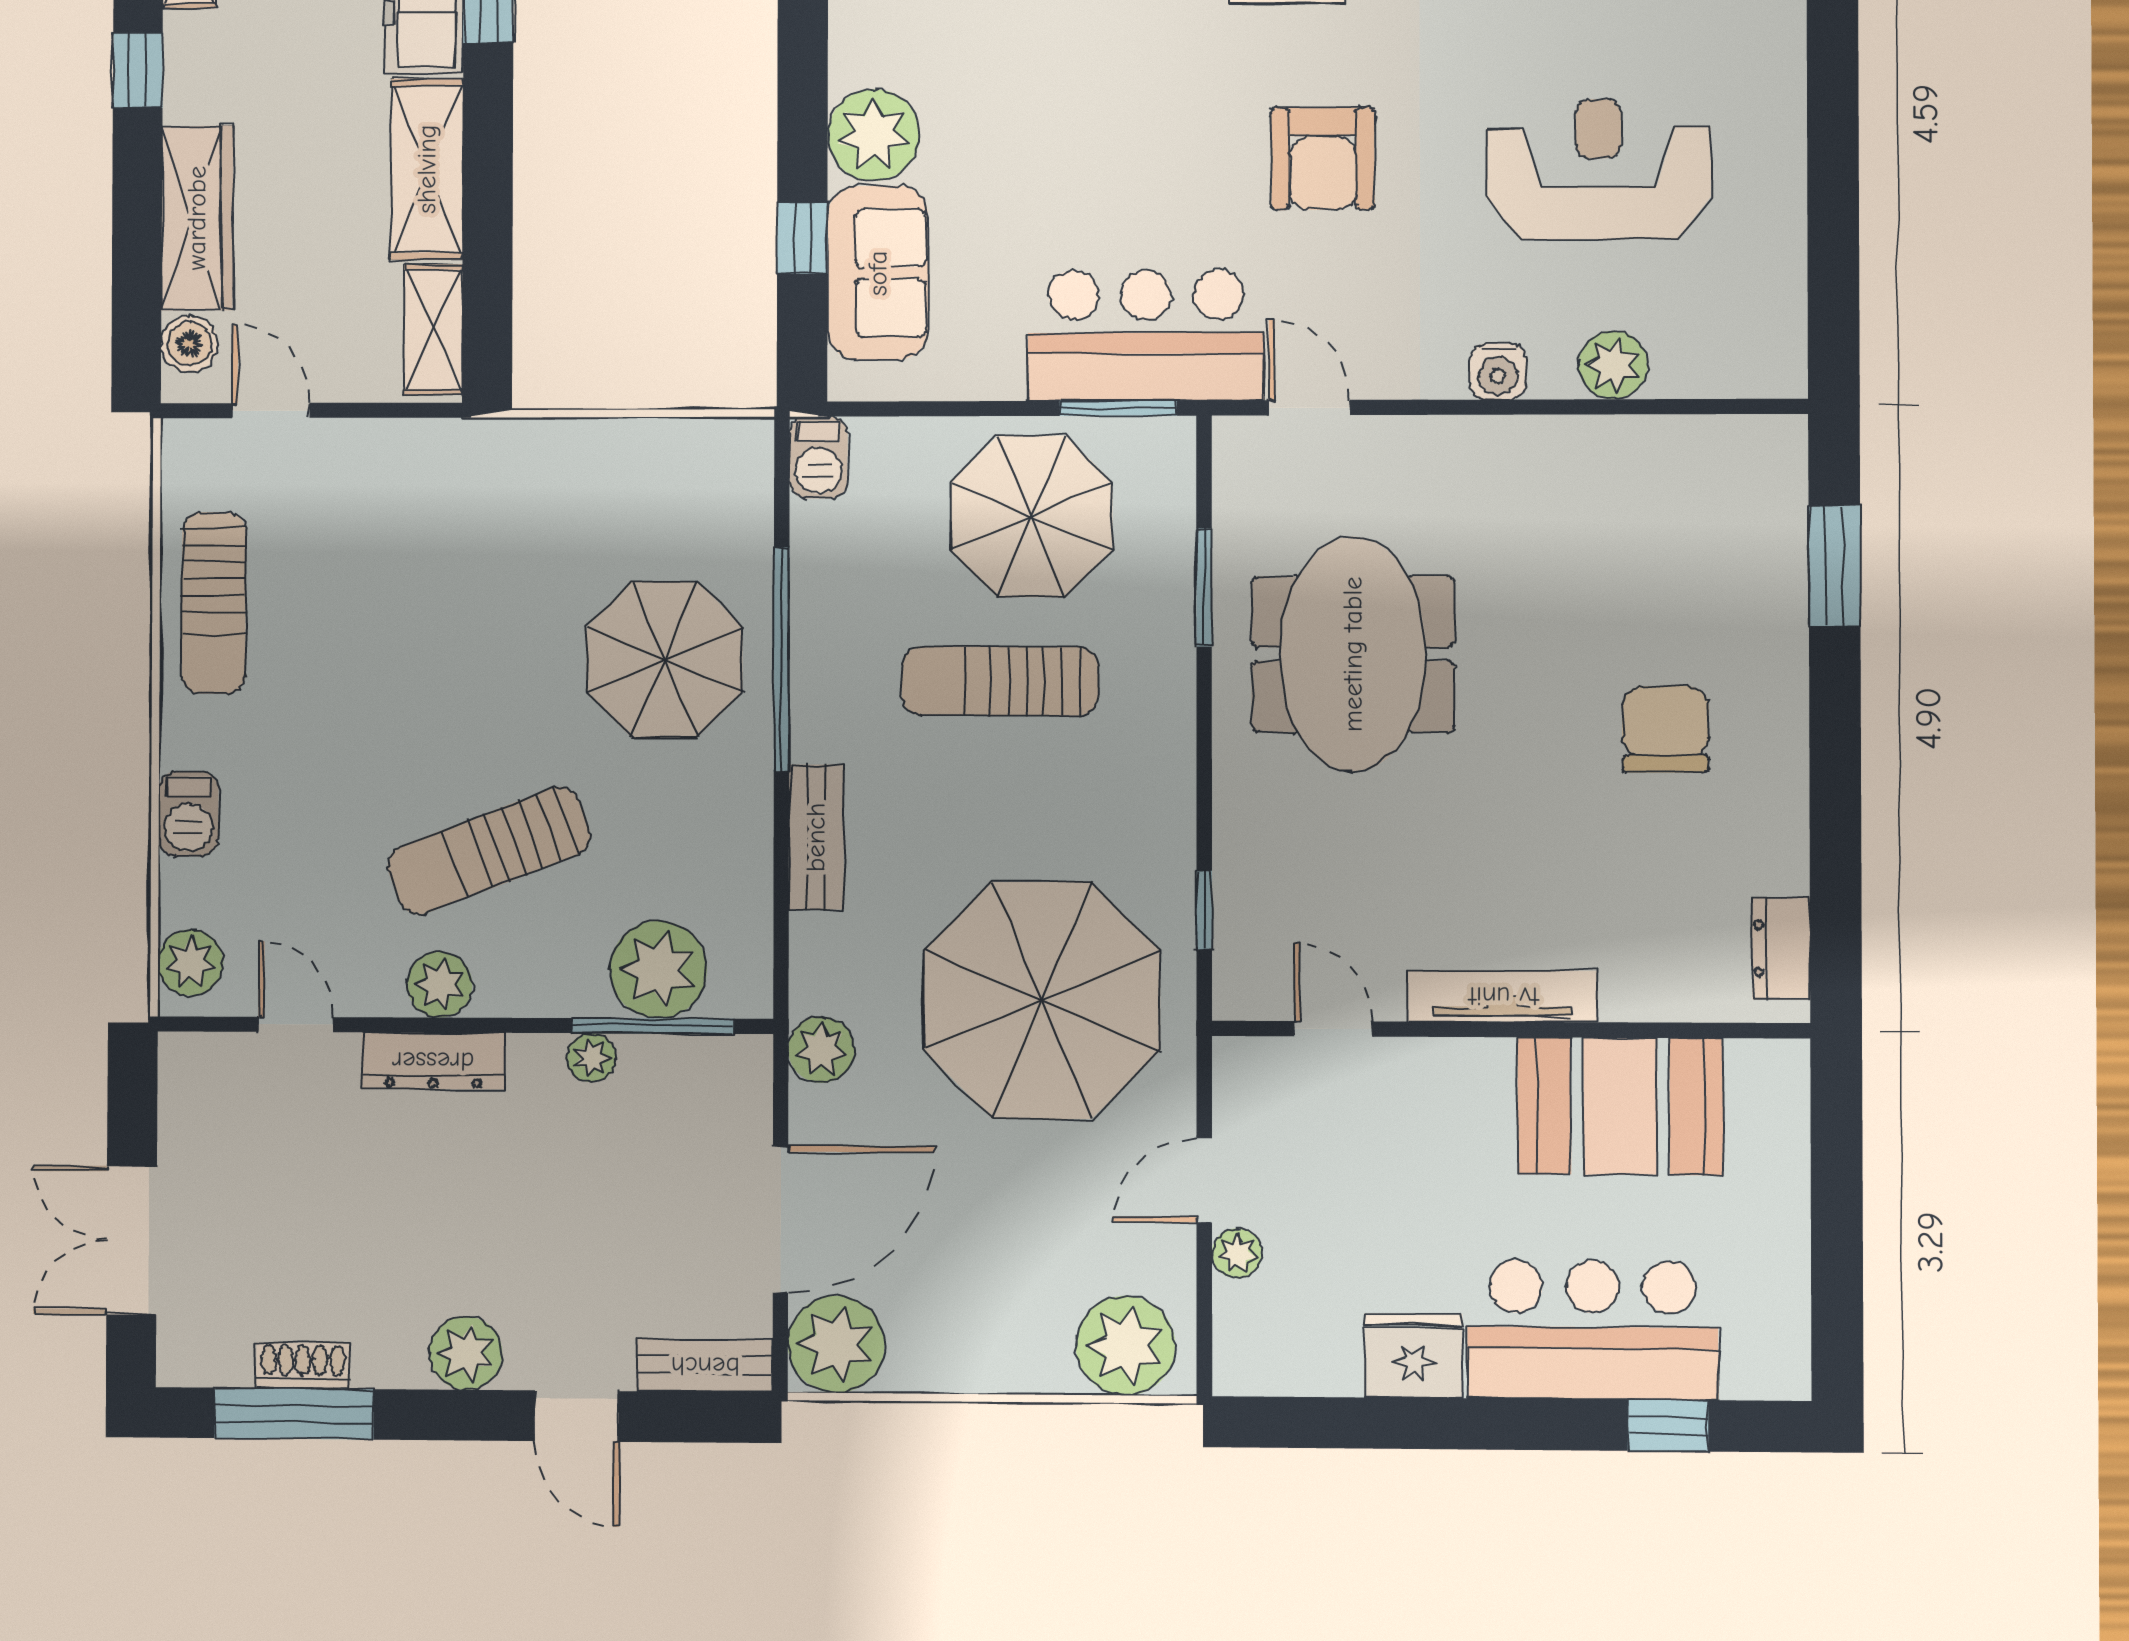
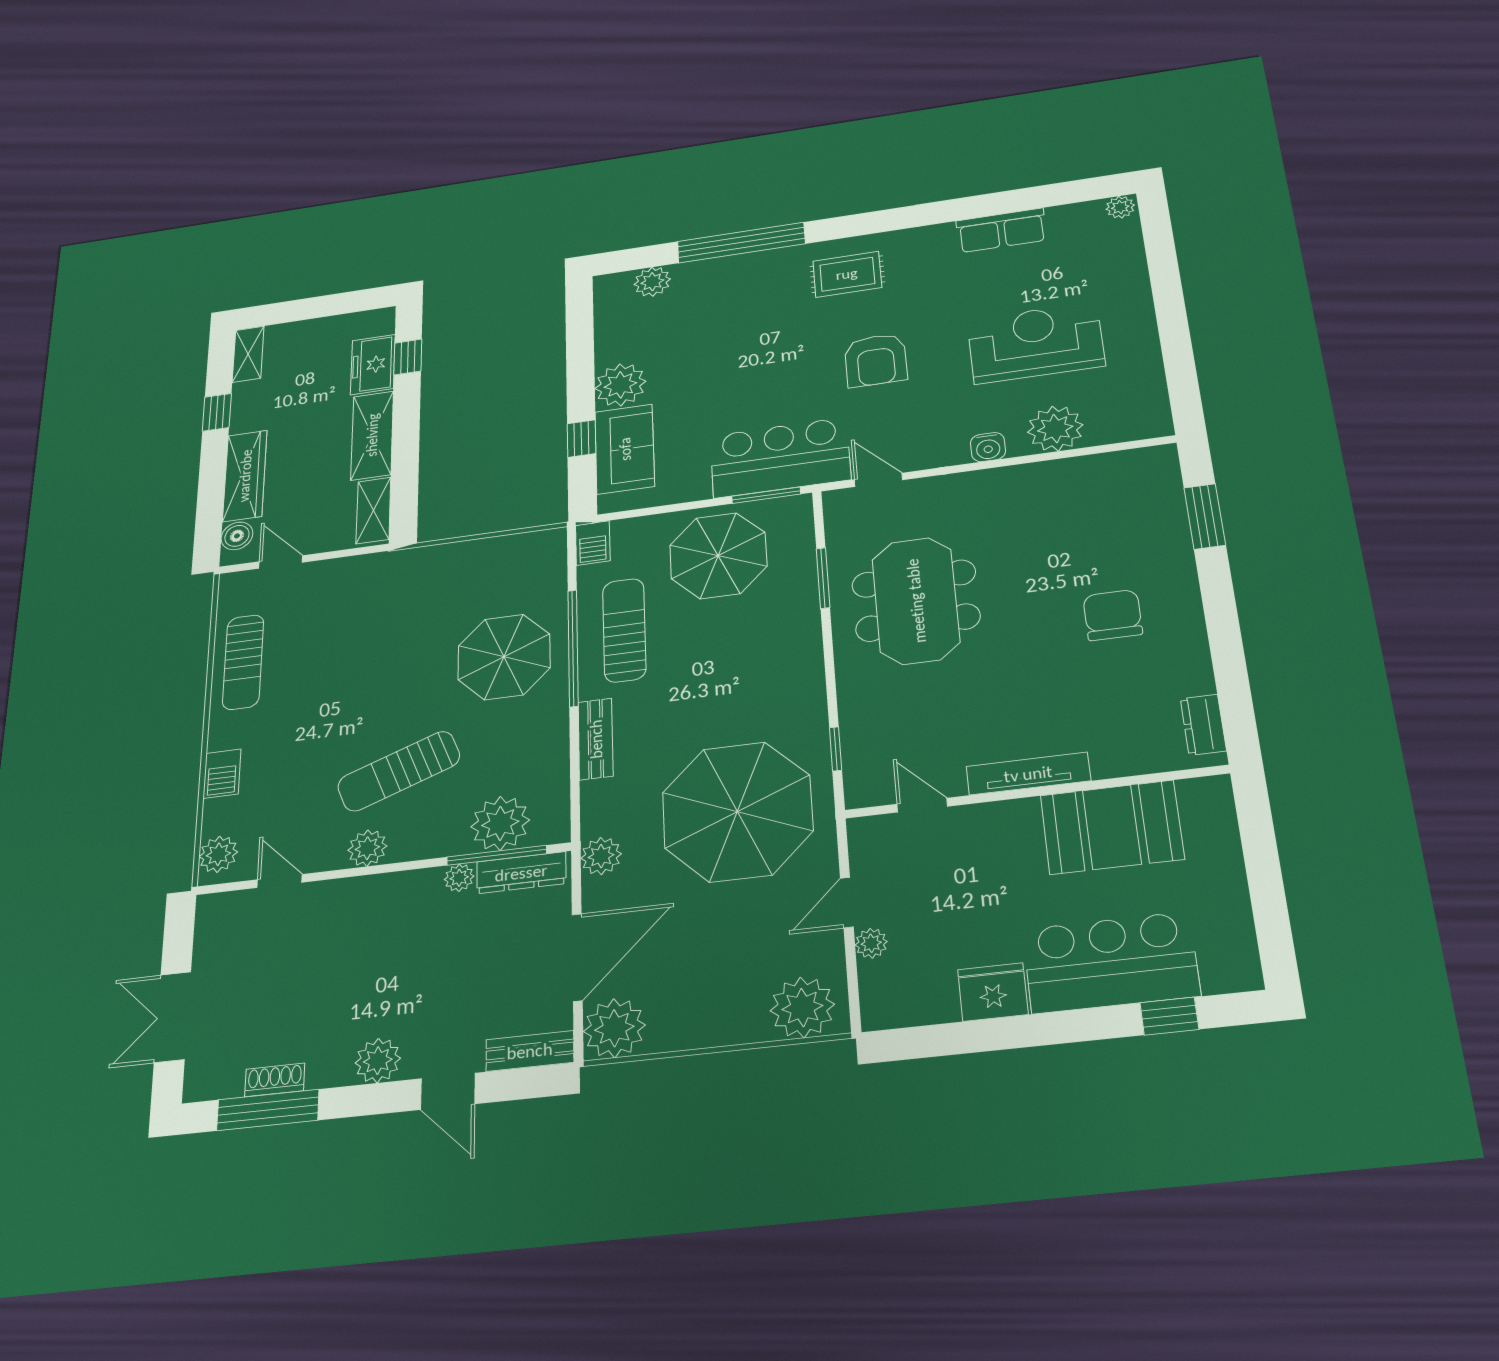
plant: (1613, 365) -> (1055, 429), width x1.36, depth x1.36
sun lounger: (1000, 681) -> (624, 630), moved, turned 90
dresser: (433, 1061) -> (521, 873), moved

